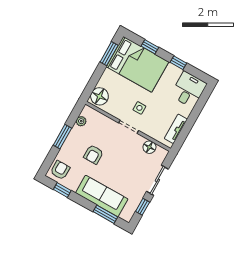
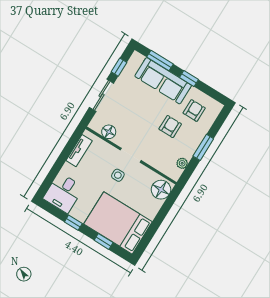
window: (109, 54) -> (149, 236), removed
armchair: (60, 170) -> (194, 111), moved, turned 180
window: (62, 190) -> (189, 79), moved

